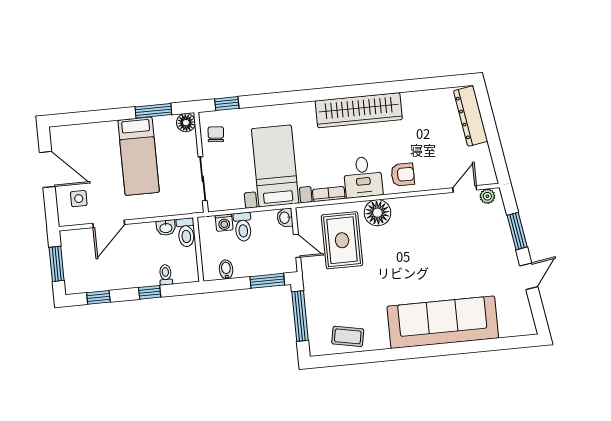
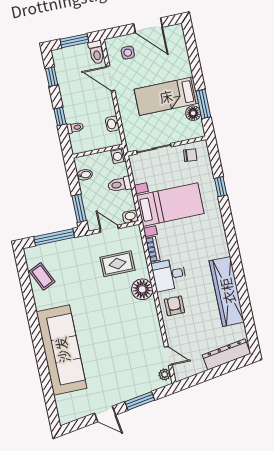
window: (227, 104) -> (221, 187), moved
wardrobe: (359, 110) -> (227, 291), moved
floor lamp: (186, 123) -> (193, 113), moved
door: (47, 169) -> (148, 25), hinge flipped
armchair: (403, 175) -> (174, 306), turned 180
washing machine: (224, 223) -> (119, 156), moved
toilet: (186, 233) -> (96, 52), moved, turned -90
rug: (342, 240) -> (117, 264), width x0.73, depth x0.70
door: (297, 246) -> (109, 229), swing flipped
coffee table: (348, 336) -> (42, 276), turned -36

